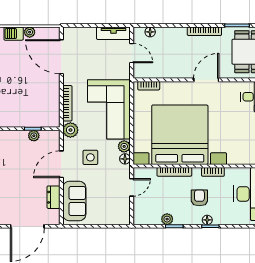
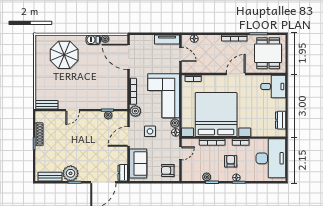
dresser: (54, 197) -> (123, 173), moved
armchair: (114, 210) -> (168, 170), added

